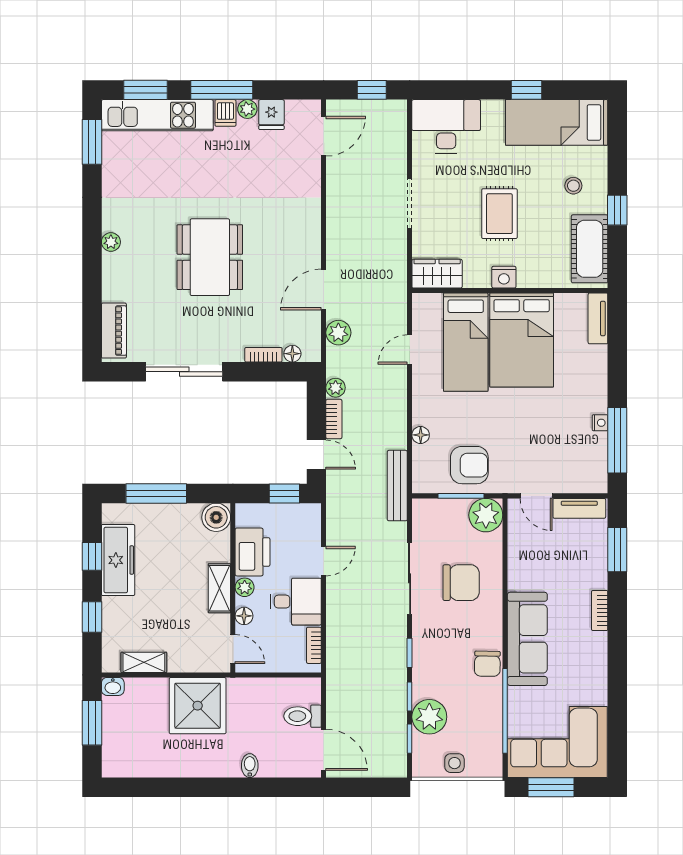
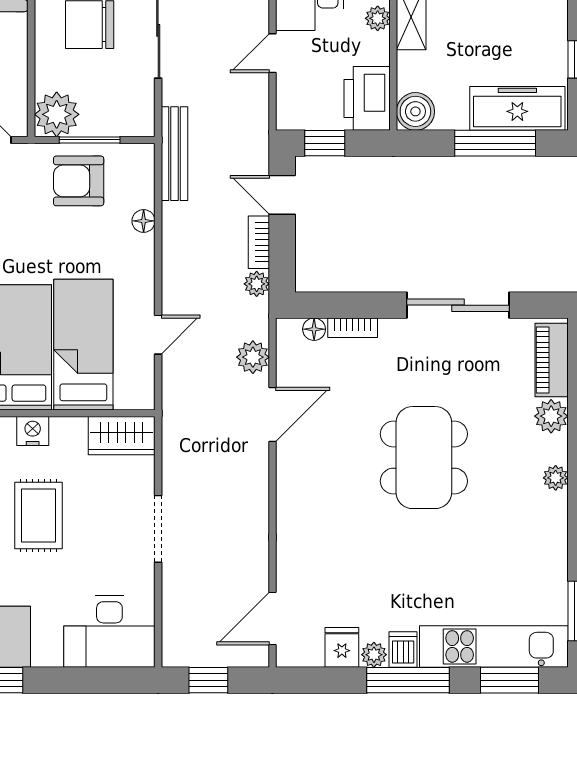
plant: (114, 288) -> (551, 416), added
printer: (252, 552) -> (367, 98), moved
freezer: (118, 560) -> (517, 108), moved, turned 90

